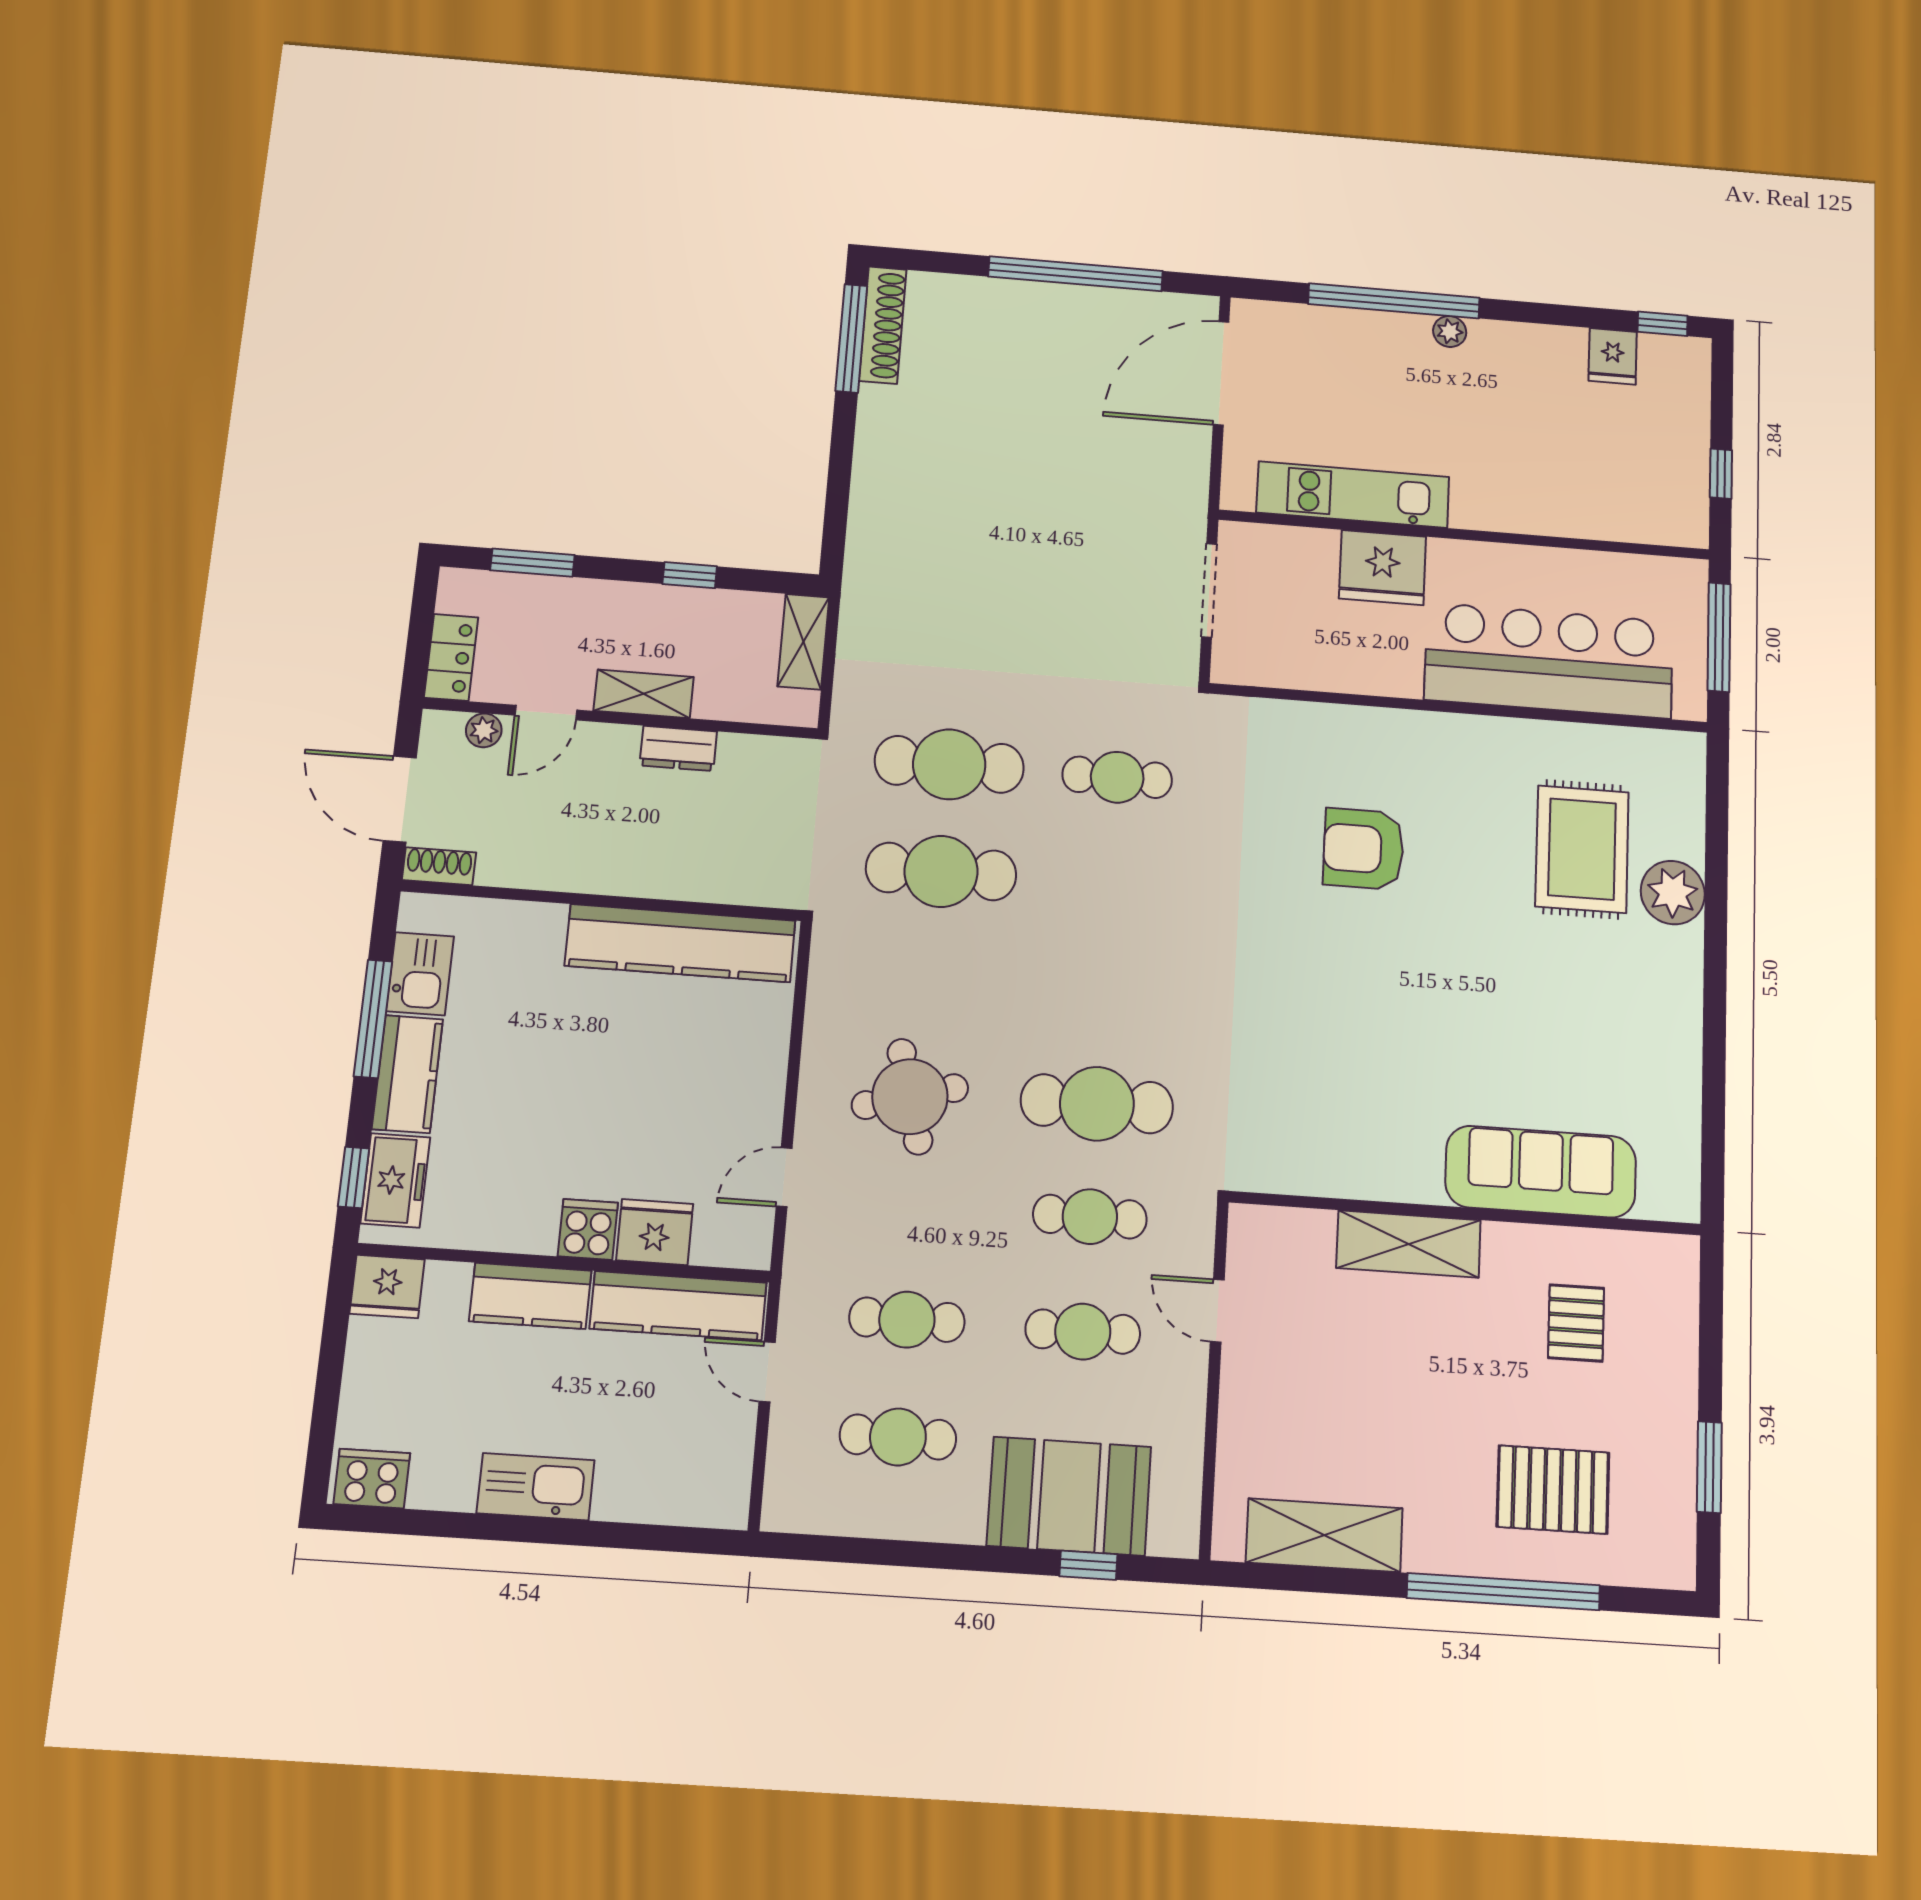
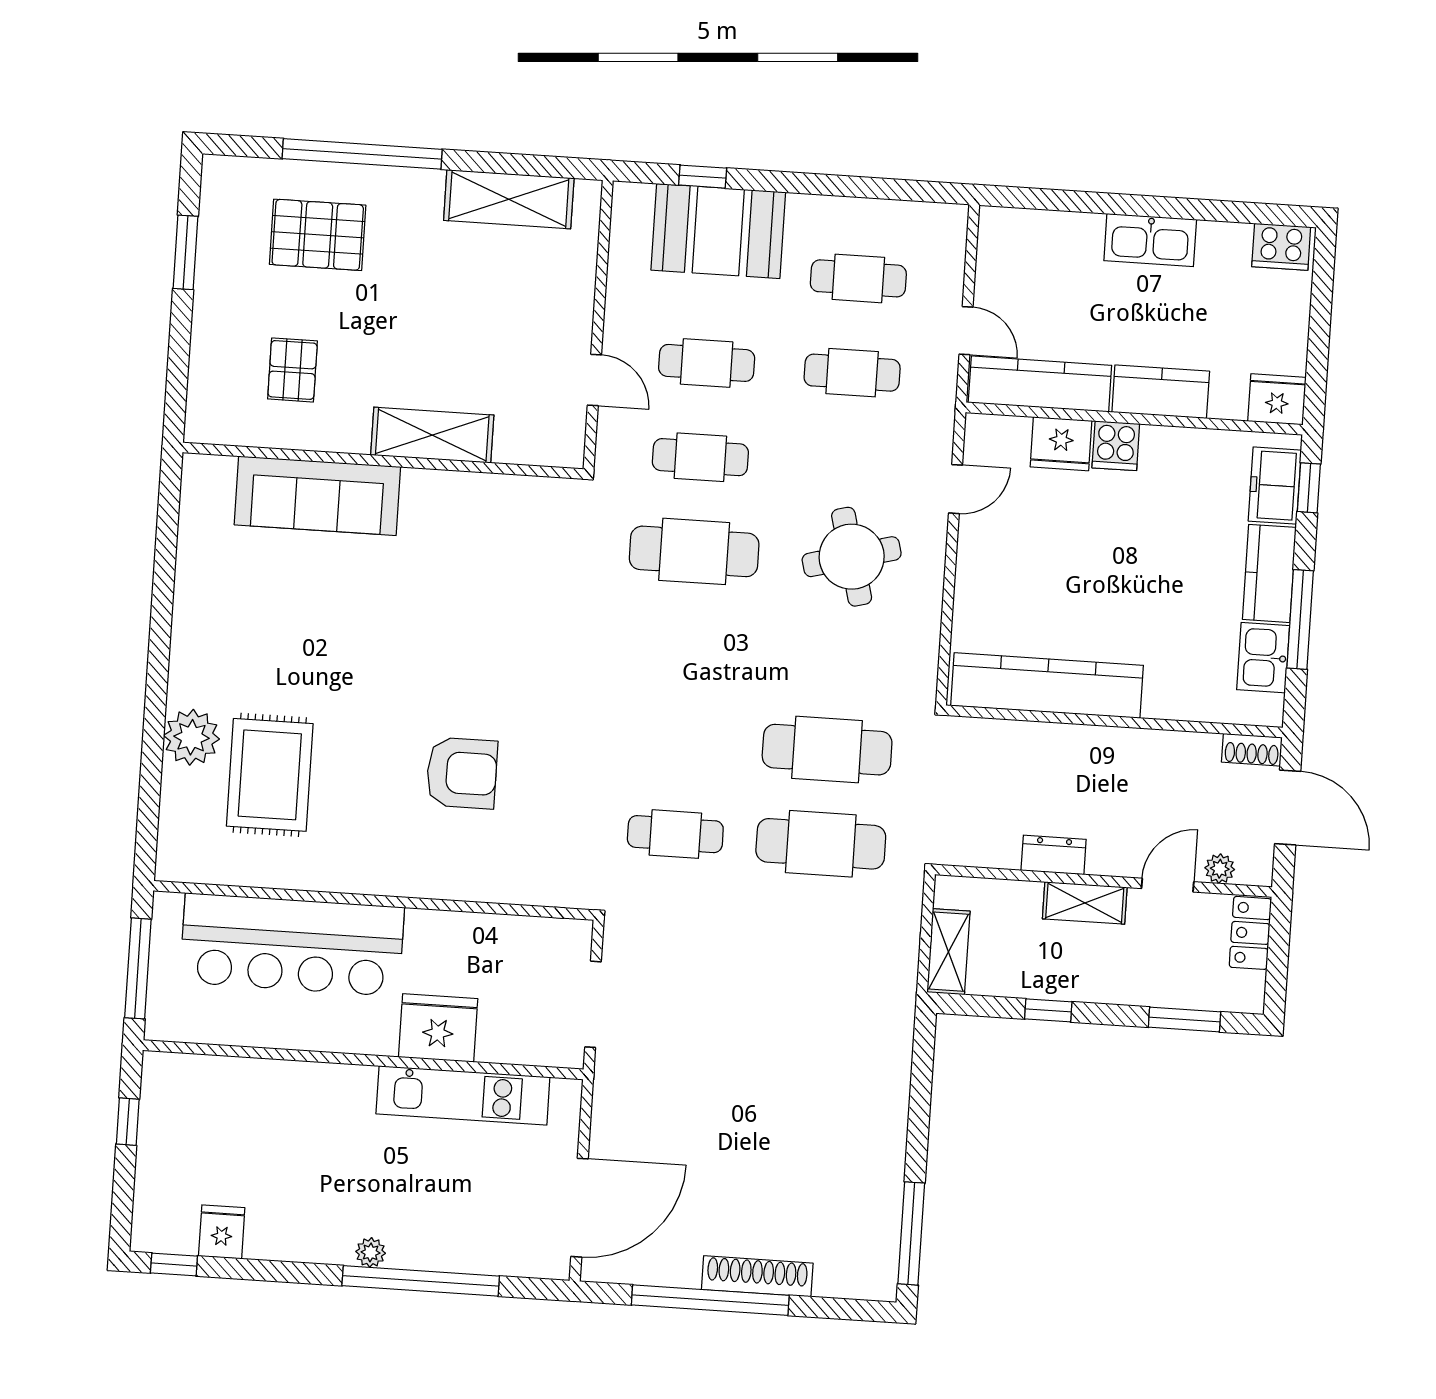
shoe rack: (883, 325) -> (757, 1276), moved, turned 90

